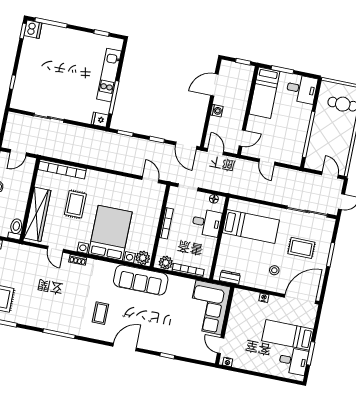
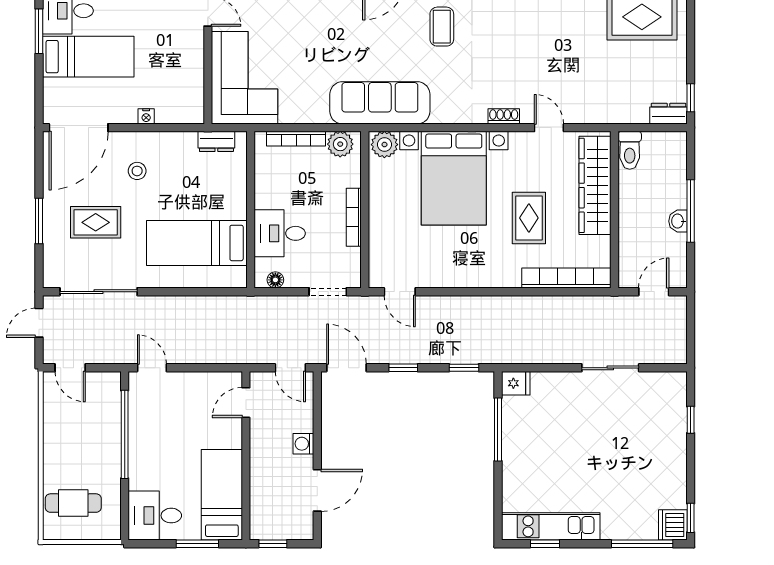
kitchen unit: (109, 75) -> (551, 526), moved, turned -90
door: (267, 162) -> (152, 368), moved

